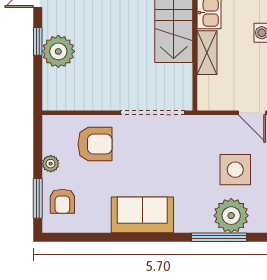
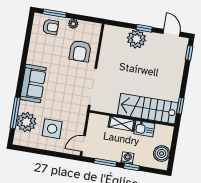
armchair: (62, 201) -> (51, 27), turned 180
sofa: (142, 215) -> (33, 84), moved

